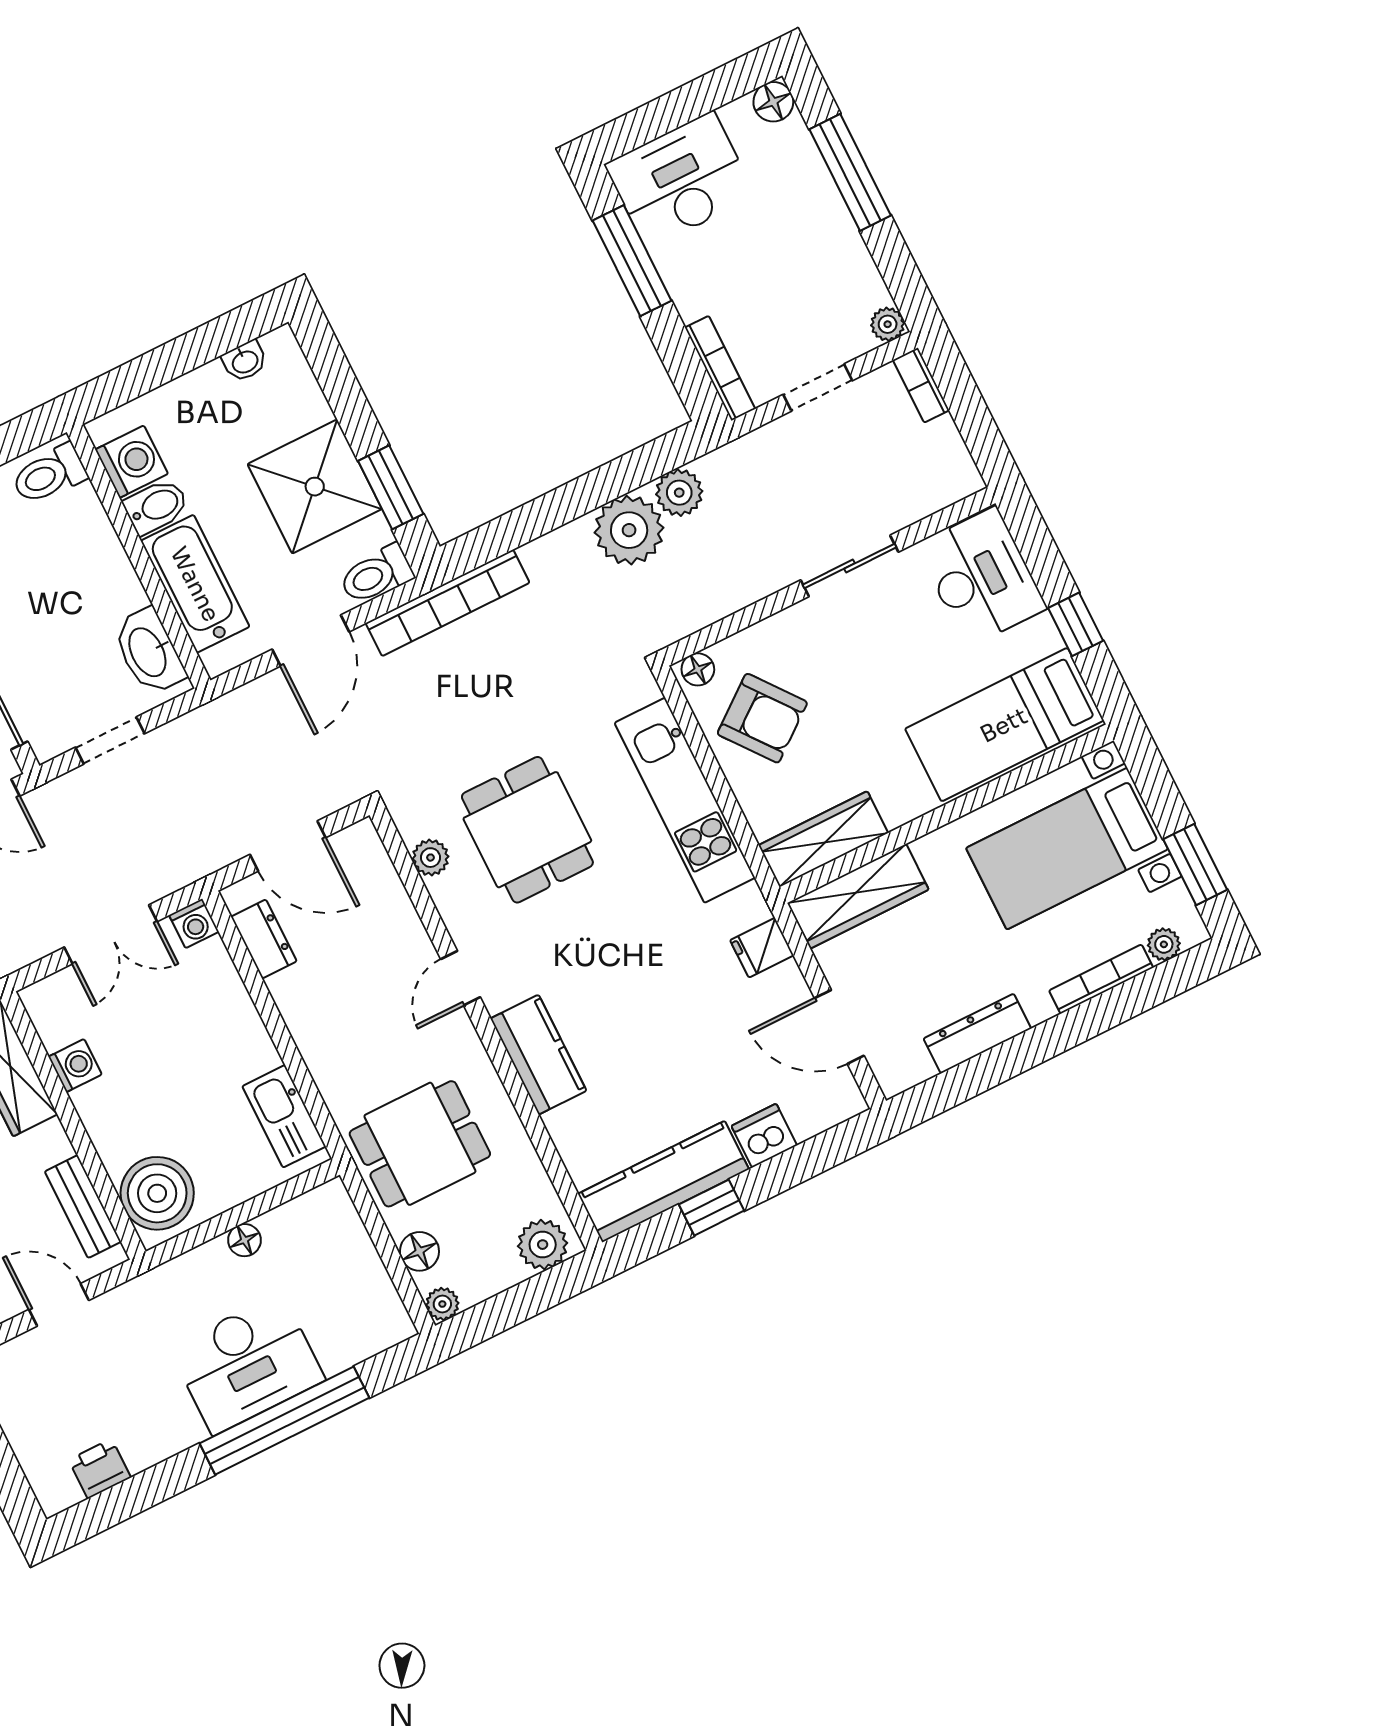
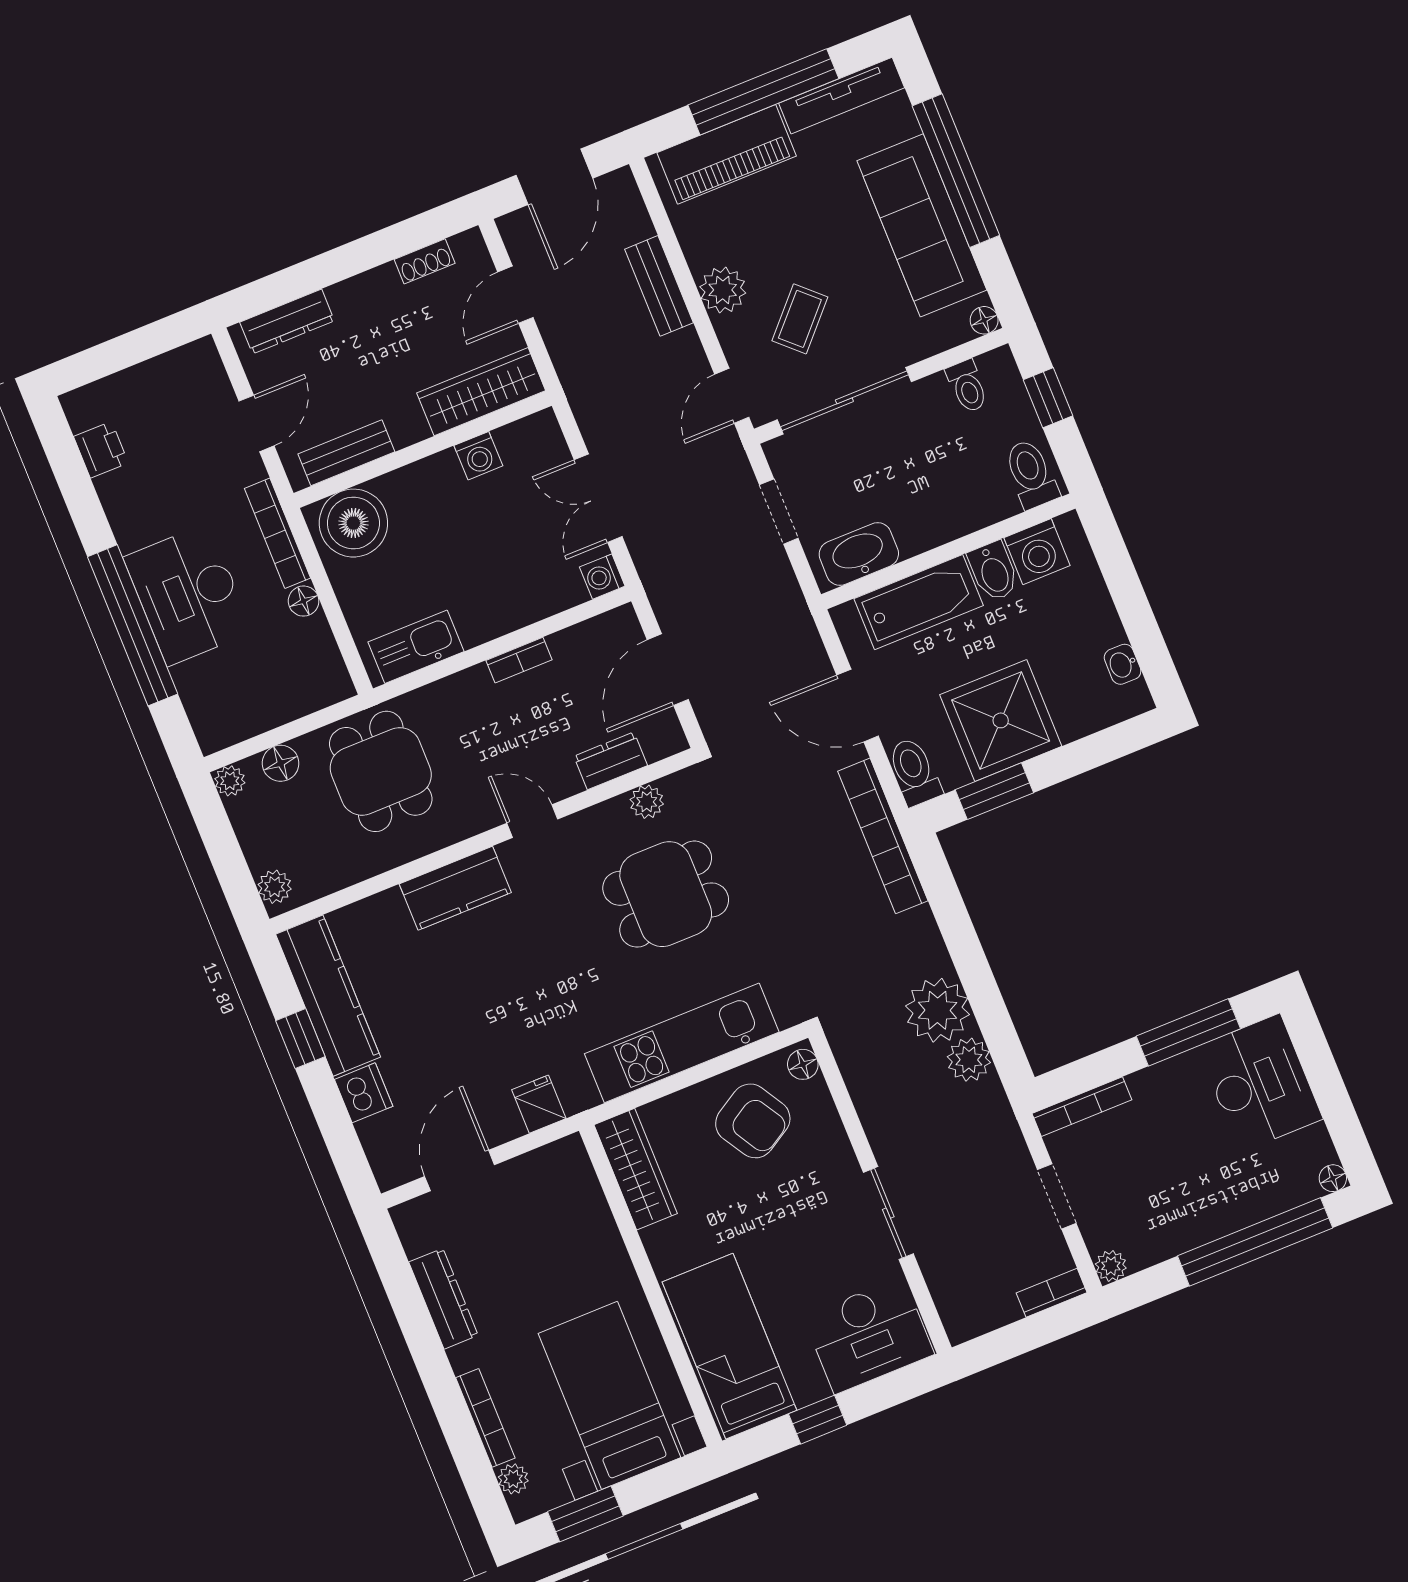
floor lamp: (773, 102) -> (1333, 1178), width x0.73, depth x0.73
window: (850, 172) -> (1255, 1242), width x1.46
armchair: (762, 718) -> (753, 1121), turned -83
wardrobe: (858, 896) -> (580, 1197), removed
dresser: (264, 939) -> (611, 761), moved, turned 180
bookcase: (290, 1005) -> (519, 660), added
plant: (543, 1245) -> (275, 887), width x0.73, depth x0.73
bookcase: (174, 1273) -> (277, 533), added

